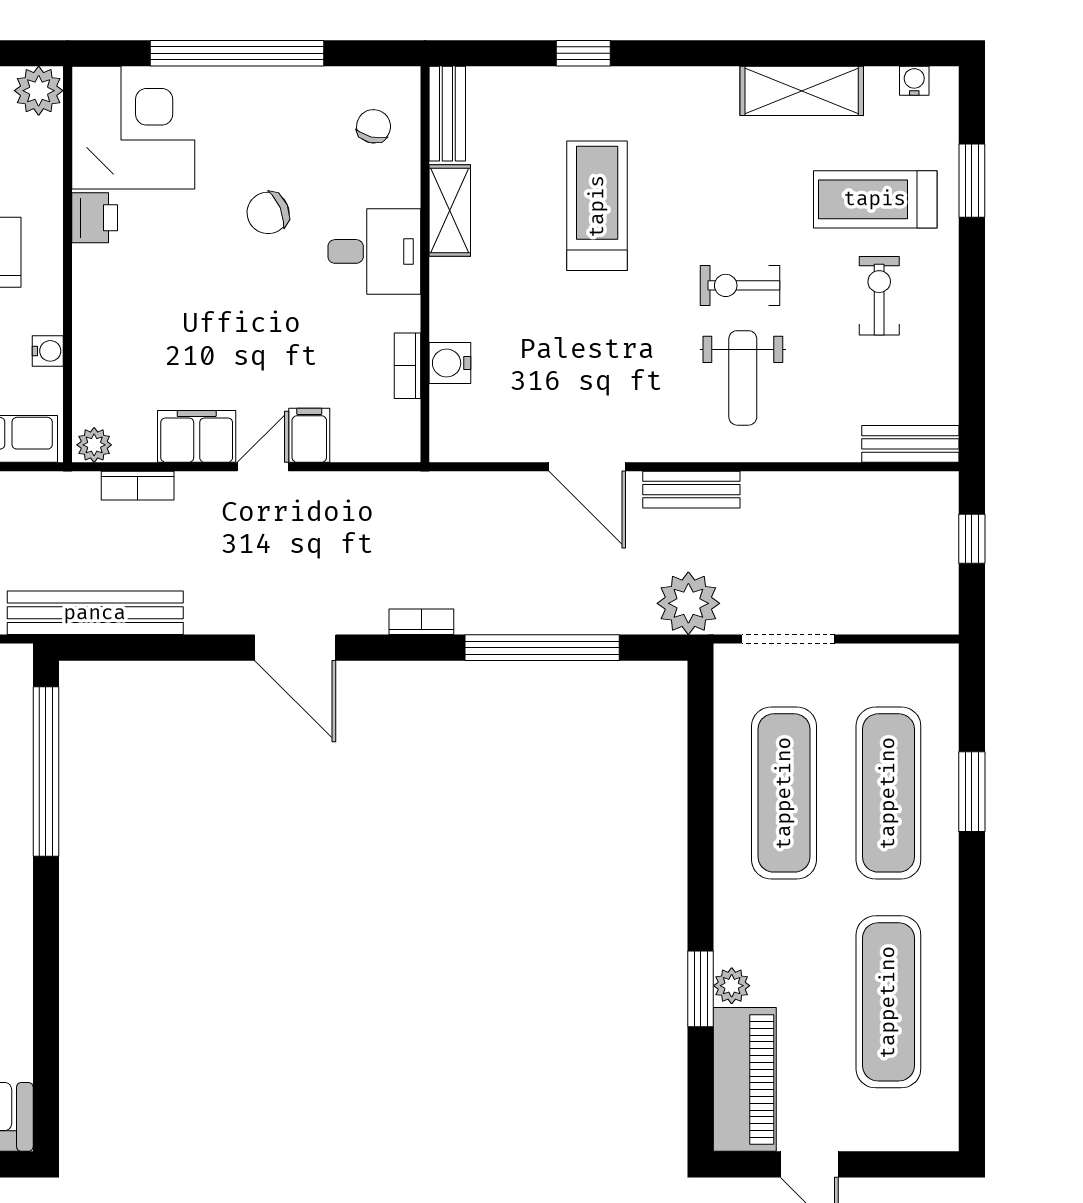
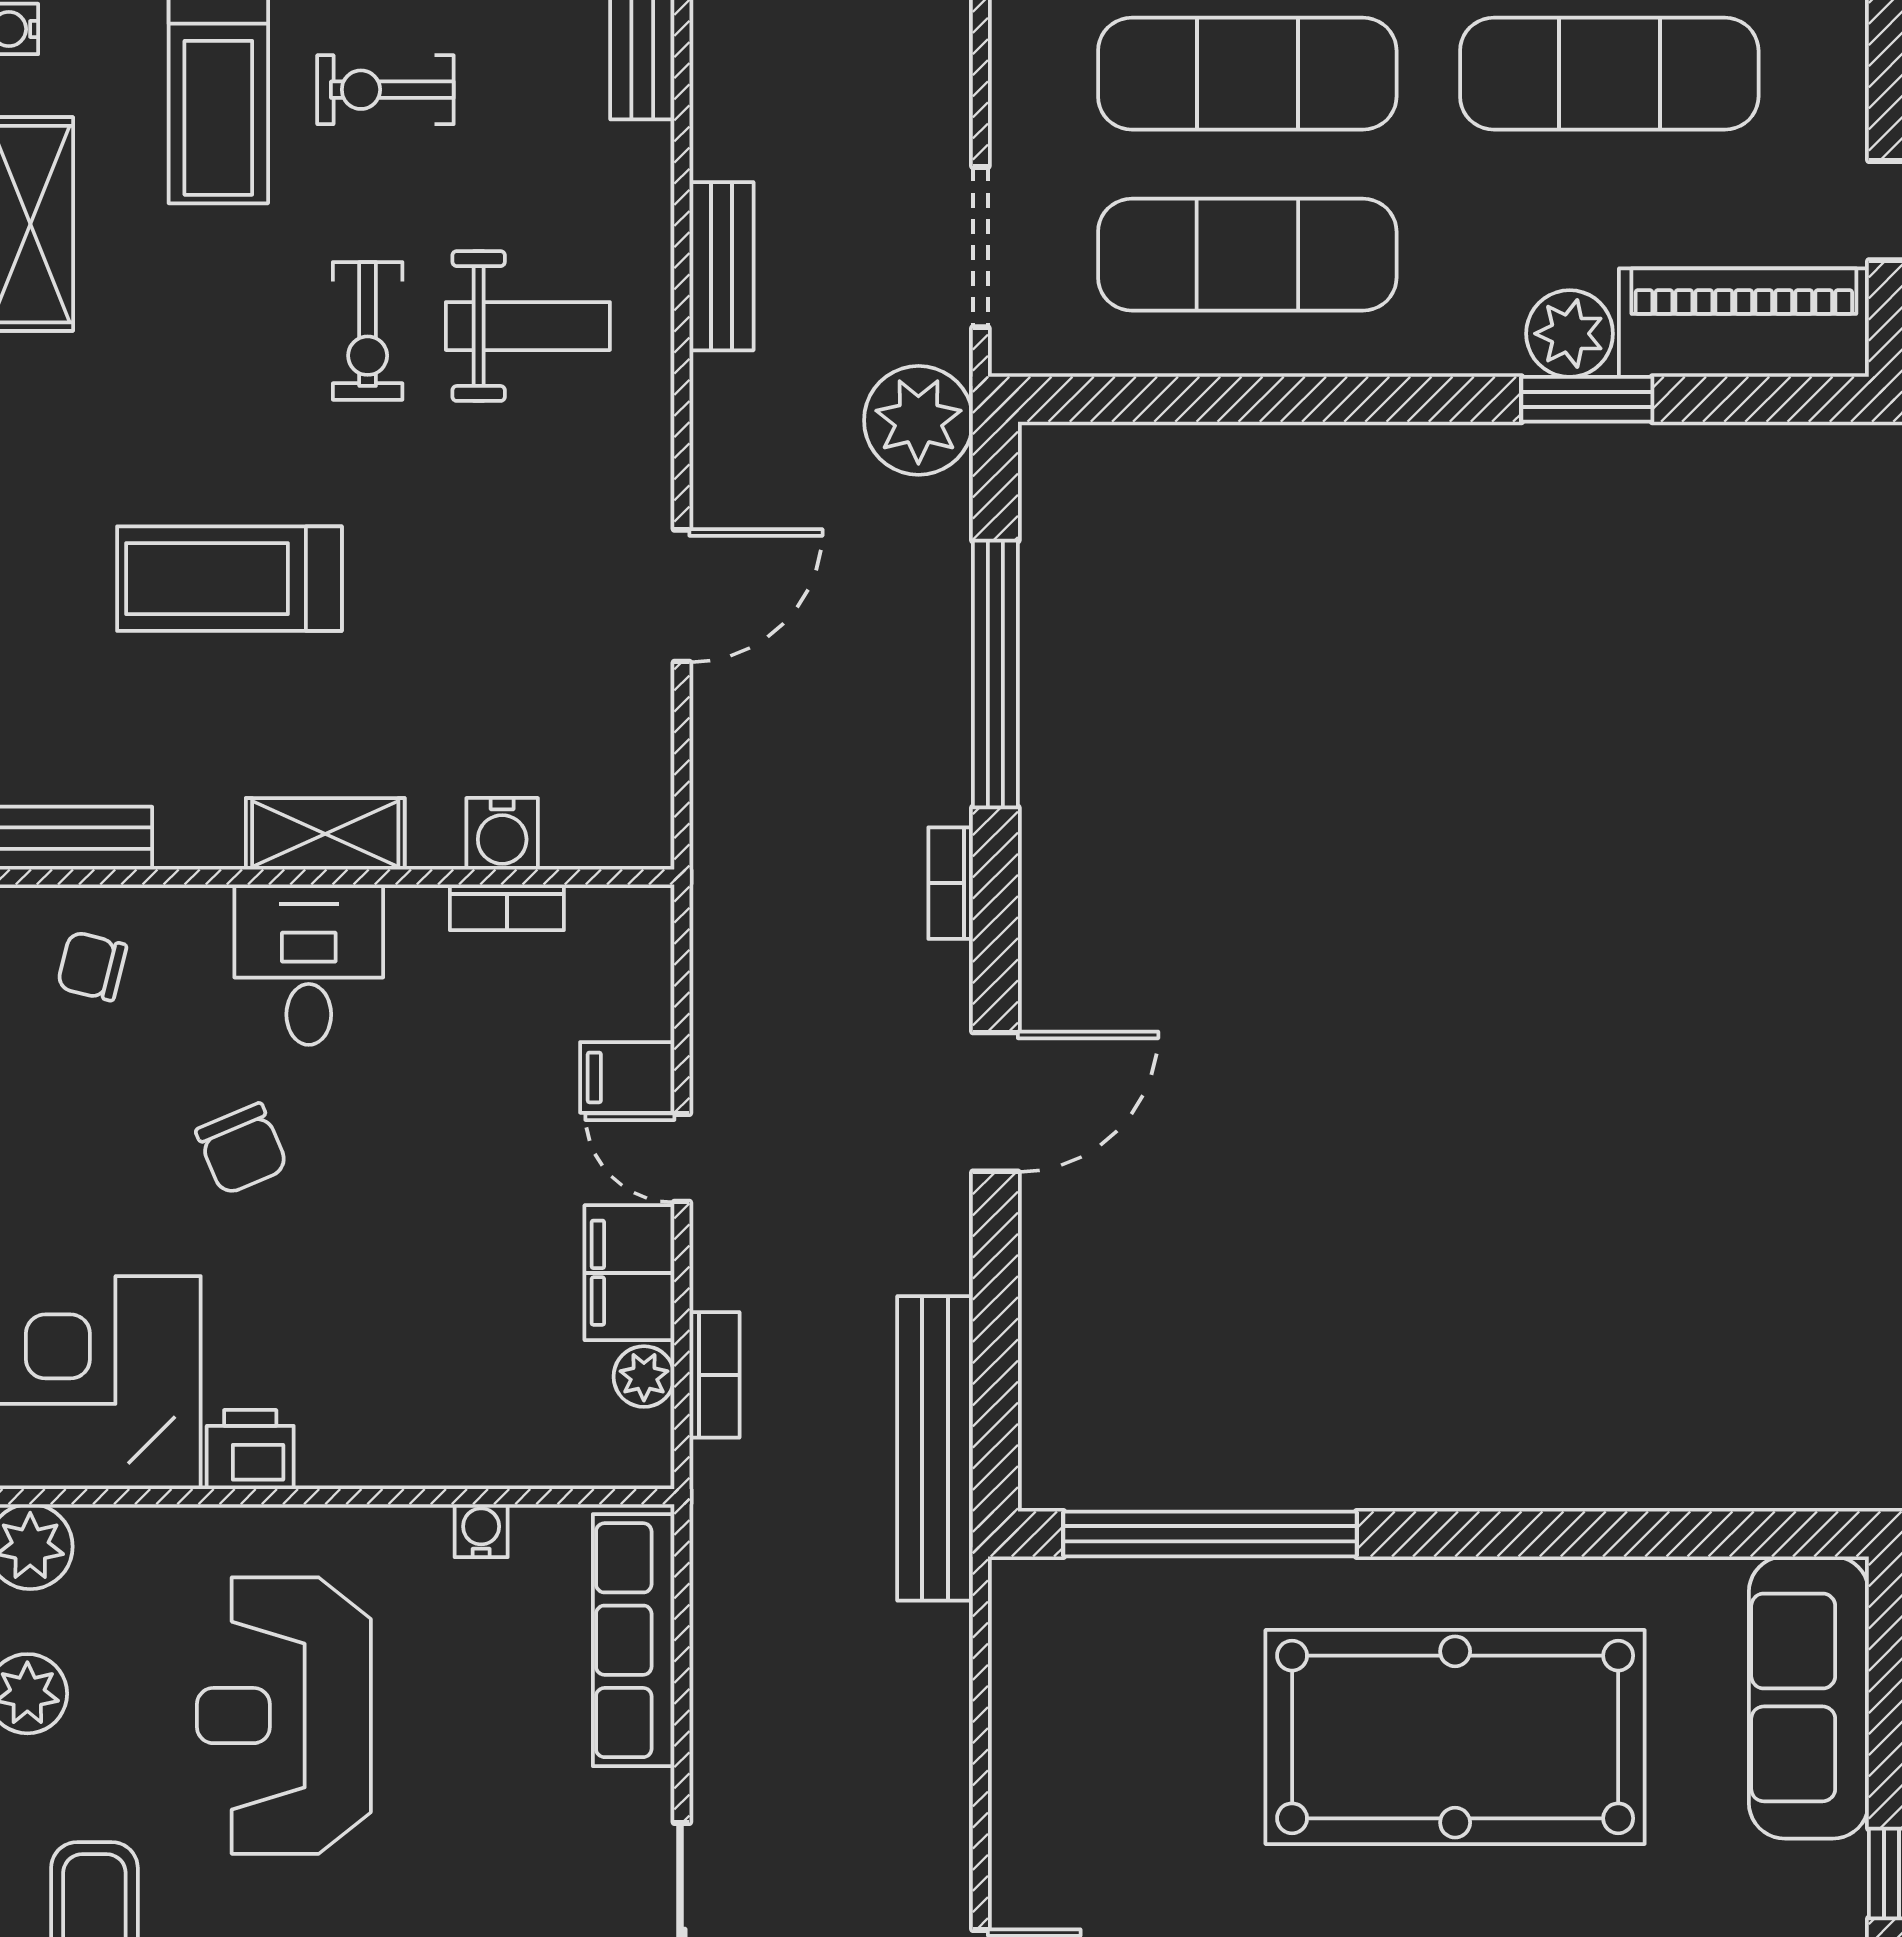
shelving: (450, 210) -> (325, 834), moved
plant: (94, 445) -> (644, 1377), moved
bench: (691, 490) -> (721, 266), moved
plant: (732, 986) -> (1570, 334), width x1.38, depth x1.38

